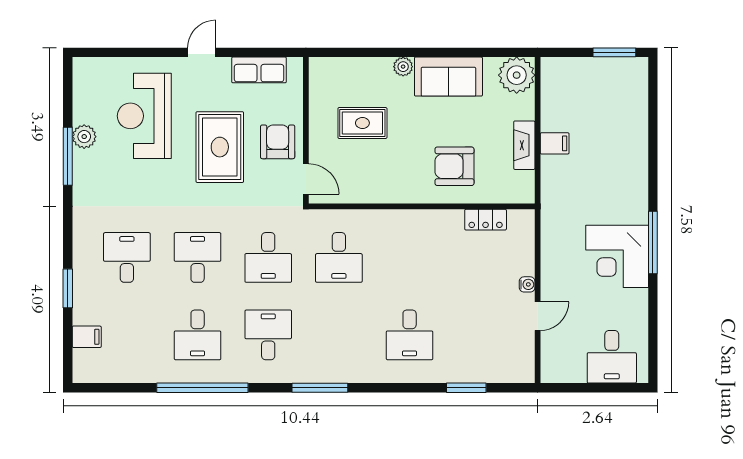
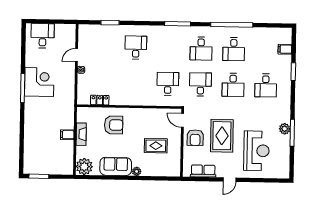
plant: (84, 137) -> (285, 129), moved
desk: (198, 335) -> (234, 49), turned 180

